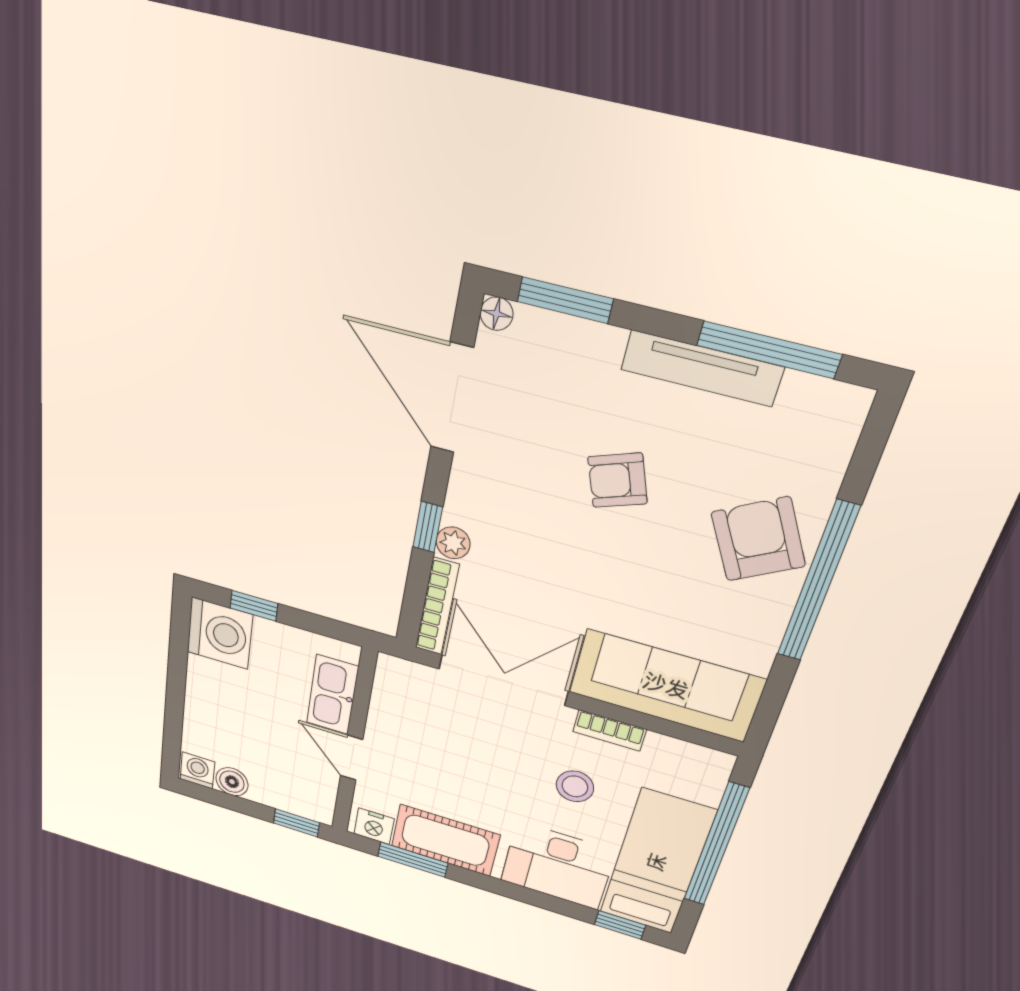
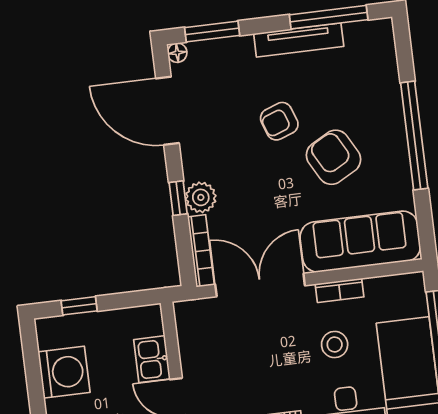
armchair: (758, 539) -> (334, 157), moved
plant: (453, 543) -> (201, 197), width x1.38, depth x1.38
washing machine: (220, 633) -> (64, 372), moved
kitchen sink: (332, 695) -> (152, 359), width x0.73

